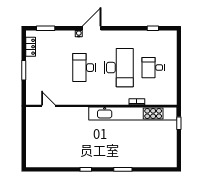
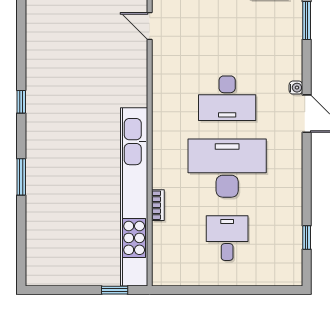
desk: (84, 68) -> (227, 98), turned 180
desk: (119, 68) -> (227, 168), turned 180
door: (48, 106) -> (150, 26), swing flipped

